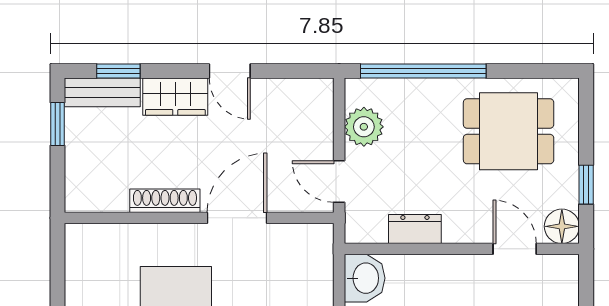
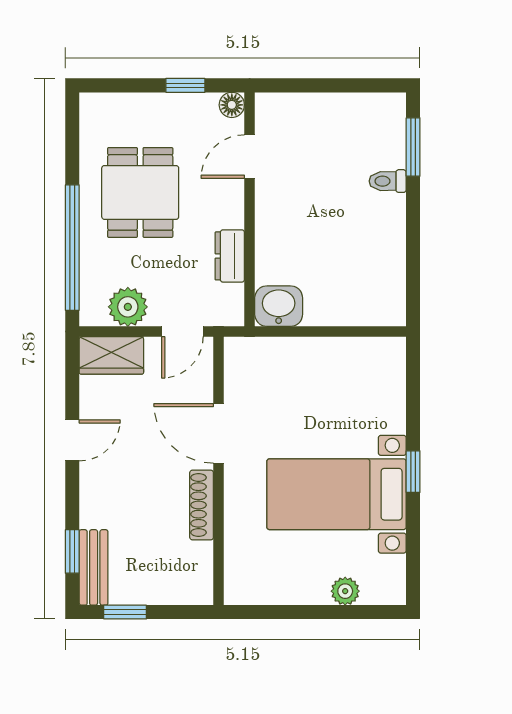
wardrobe: (175, 97) -> (111, 355), moved, turned 90
dining table: (509, 131) -> (140, 192), moved
floor lamp: (562, 226) -> (232, 105), width x0.73, depth x0.73

